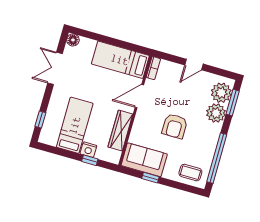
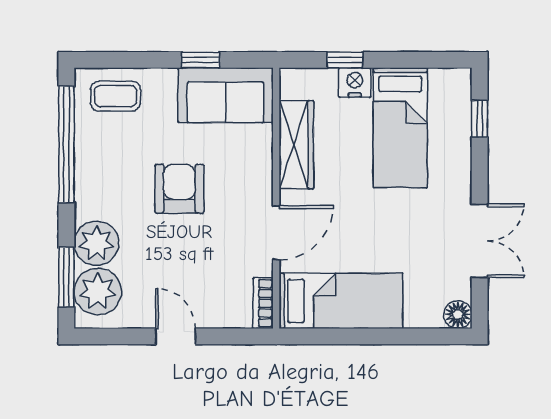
door: (194, 65) -> (176, 336), hinge flipped

